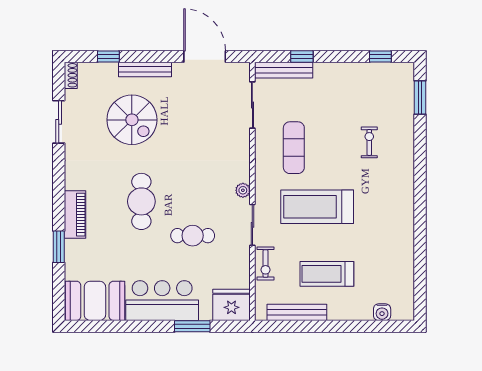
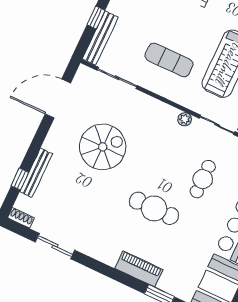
bench: (145, 69) -> (36, 173), moved
spiral stairs: (132, 120) -> (103, 147), moved

